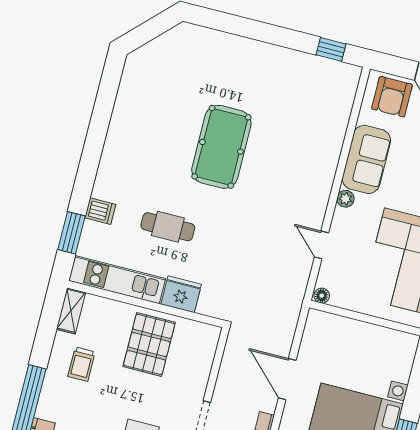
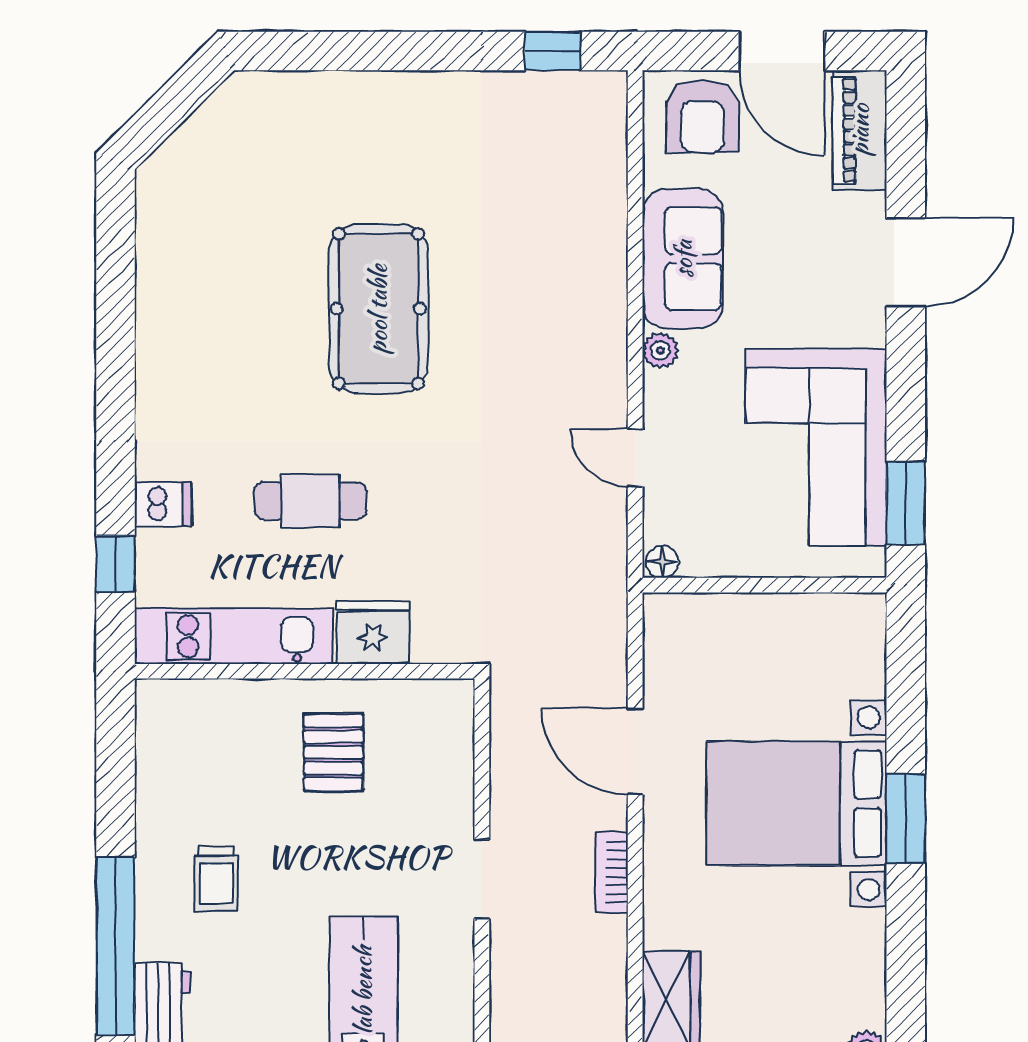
window: (71, 233) -> (115, 564), width x0.67
shelving: (71, 311) -> (155, 724), removed
pallet: (149, 344) -> (333, 752), width x0.67, depth x0.71
trolley: (81, 364) -> (216, 879), moved

